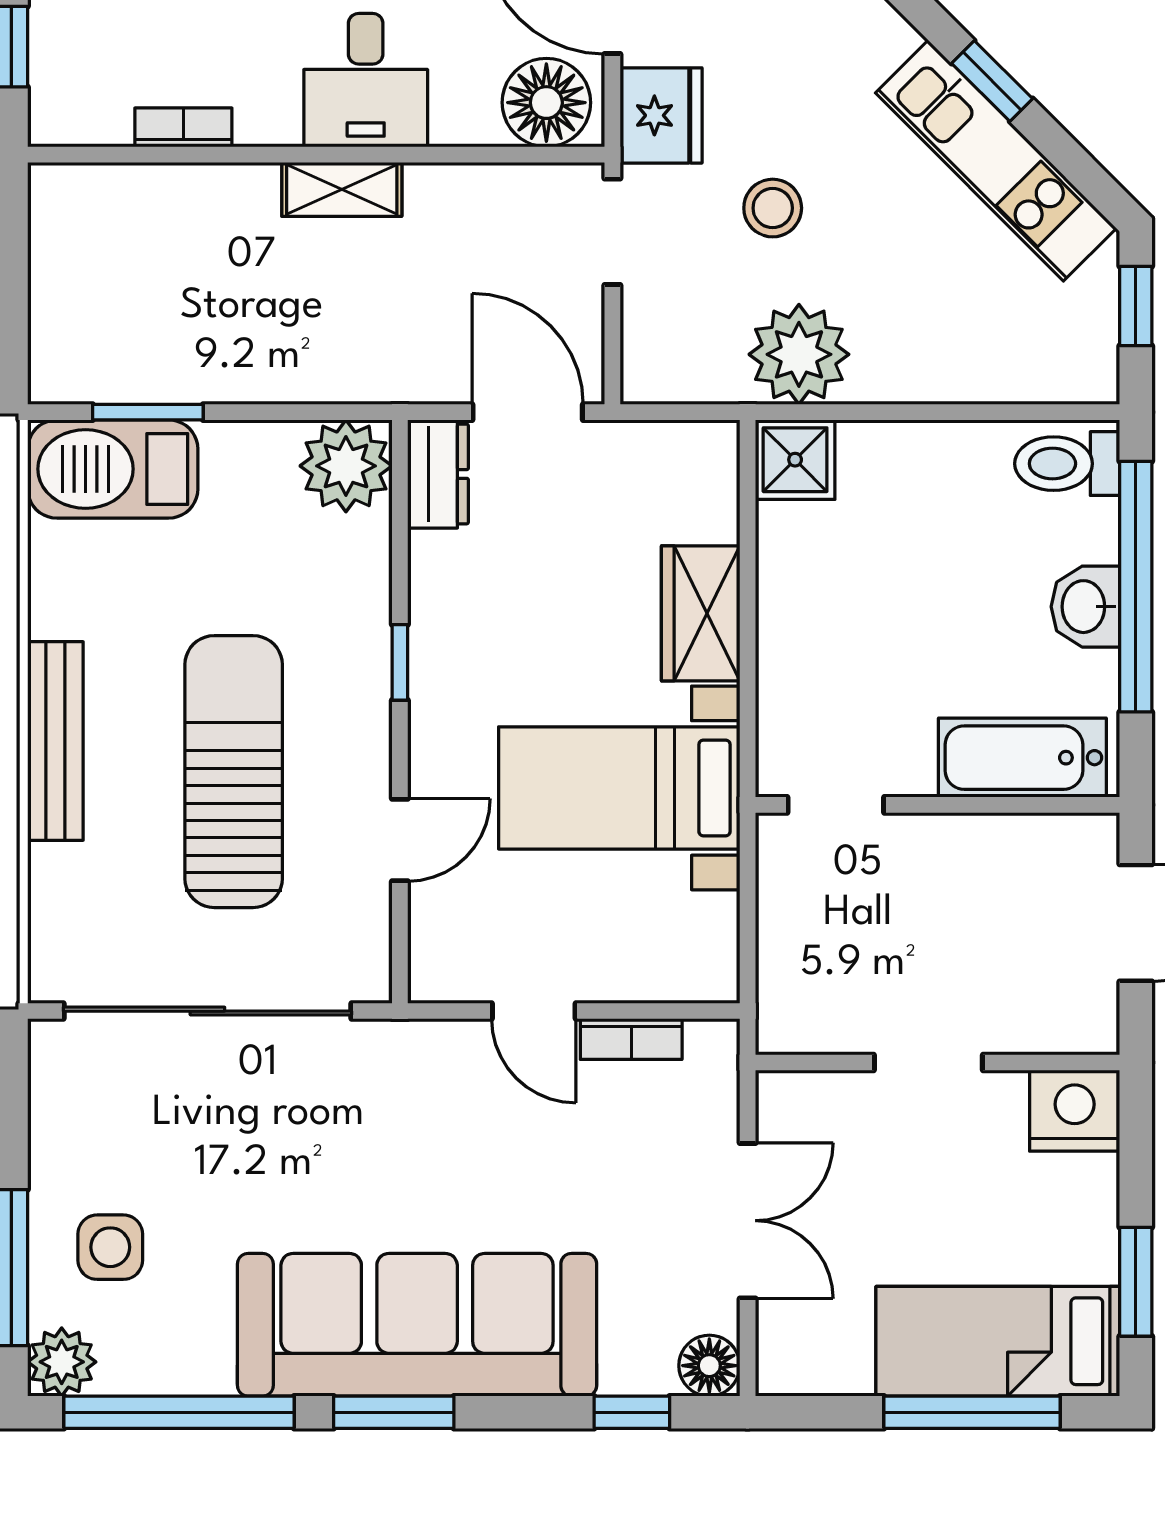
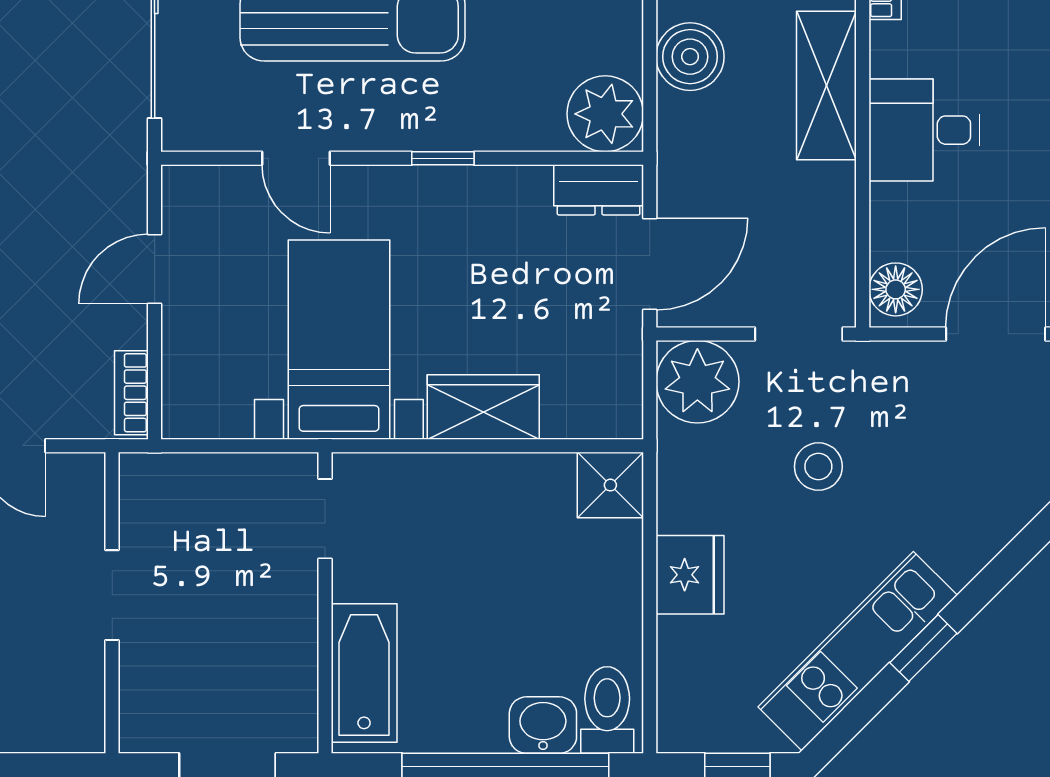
floor lamp: (546, 103) -> (896, 289), width x0.73, depth x0.73
fridge: (661, 115) -> (690, 575), moved, turned -90
shelving: (342, 189) -> (826, 86), width x1.50, depth x1.33
plant: (799, 354) -> (697, 382), moved
boiler: (277, 363) -> (690, 57), added
washbasin: (1085, 607) -> (543, 725), moved
bookcase: (631, 1039) -> (131, 393), moved
nightstand: (1075, 1111) -> (72, 716), removed

